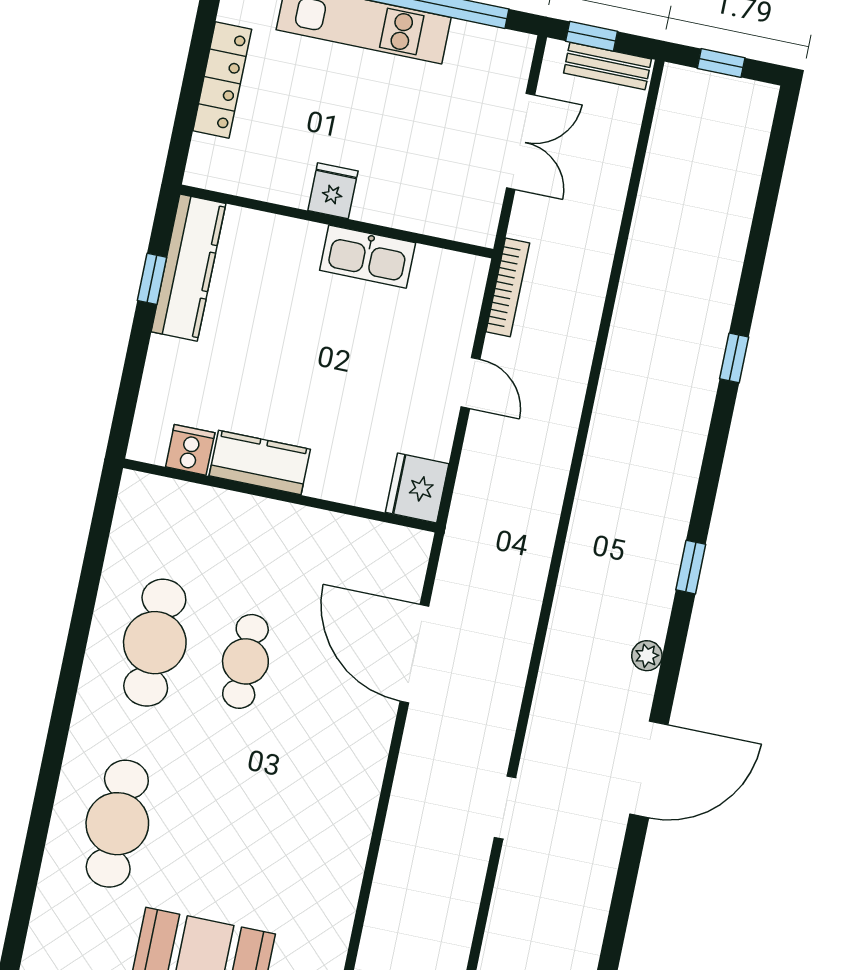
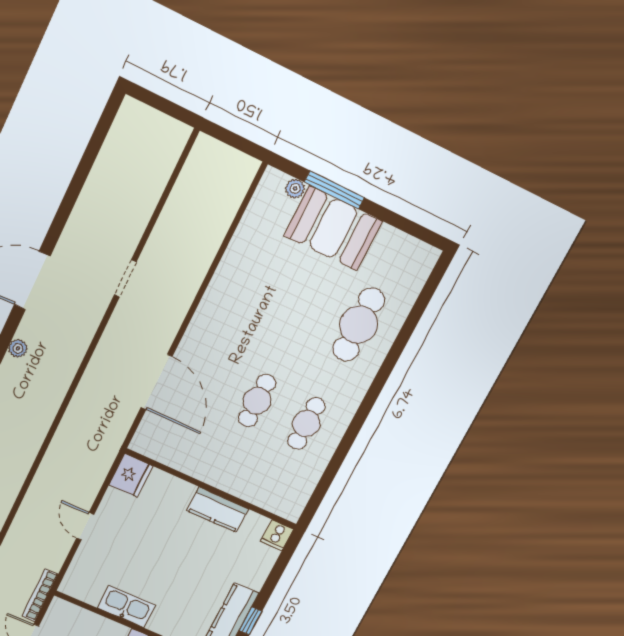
bookcase: (508, 287) -> (40, 595), moved
cooker: (190, 450) -> (277, 535), moved
cafe table: (155, 643) -> (306, 424), width x0.73, depth x0.74

